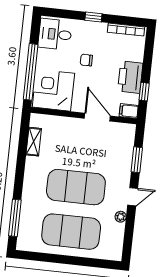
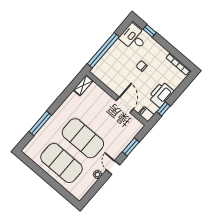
window: (93, 17) -> (150, 31), moved
corner desk: (53, 90) -> (109, 71), removed
shelving: (34, 142) -> (83, 85), moved
door: (133, 197) -> (113, 167), swing flipped
window: (15, 218) -> (40, 123), moved

